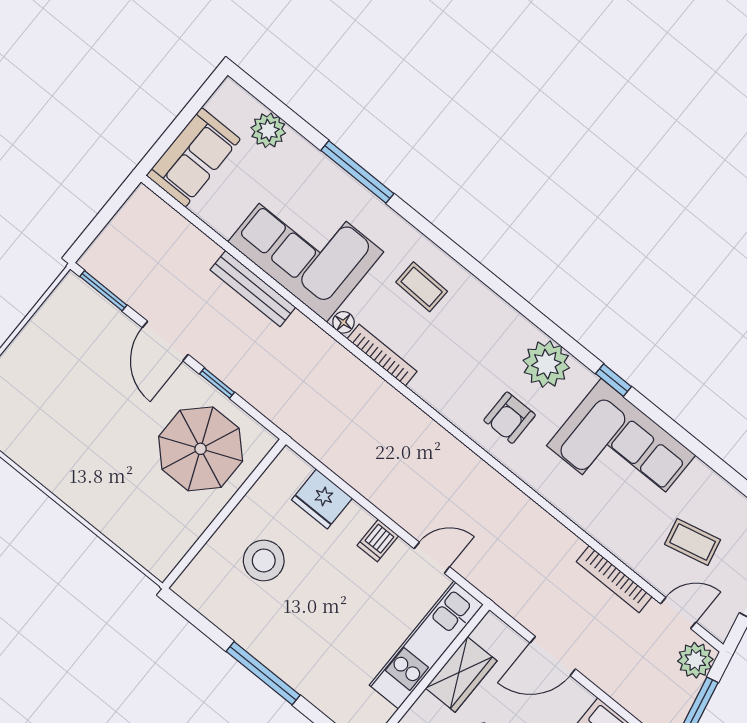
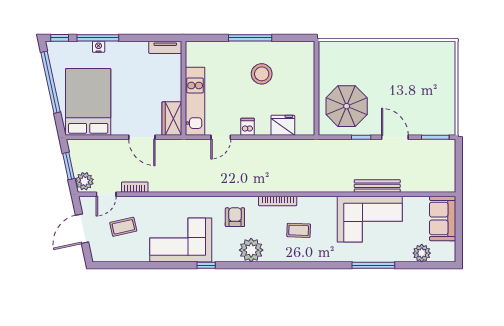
coffee table: (422, 287) -> (299, 230), moved
floor lamp: (343, 322) -> (331, 202), removed
bookcase: (382, 355) -> (278, 201), moved
plant: (546, 364) -> (251, 250), moved
stool: (264, 560) -> (262, 74), moved
bookcase: (614, 579) -> (135, 187), width x0.64
door: (553, 656) -> (142, 137), swing flipped
wardrobe: (461, 675) -> (172, 119), moved

